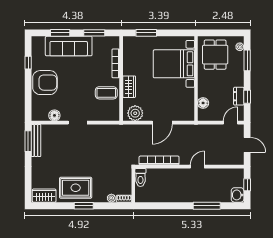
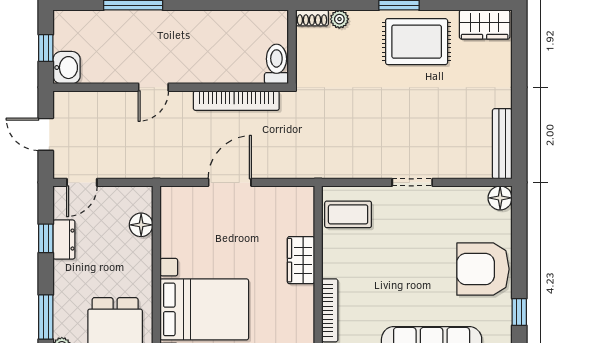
coffee table: (106, 93) -> (348, 214), moved
plant: (135, 113) -> (288, 203), removed
floor lamp: (54, 115) -> (500, 198), moved
window: (28, 141) -> (519, 142), removed
washbasin: (238, 195) -> (67, 68), moved

